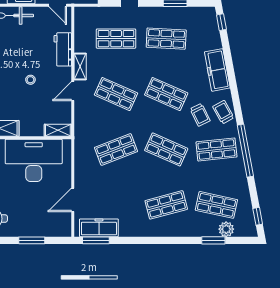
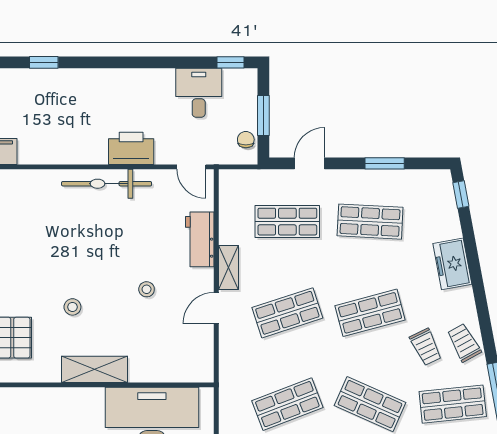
freezer: (217, 70) -> (452, 264), width x0.71
shop shelf: (116, 94) -> (287, 313), turned -42
shop shelf: (166, 94) -> (370, 313), turned -39
shelving: (58, 130) -> (192, 373), removed

